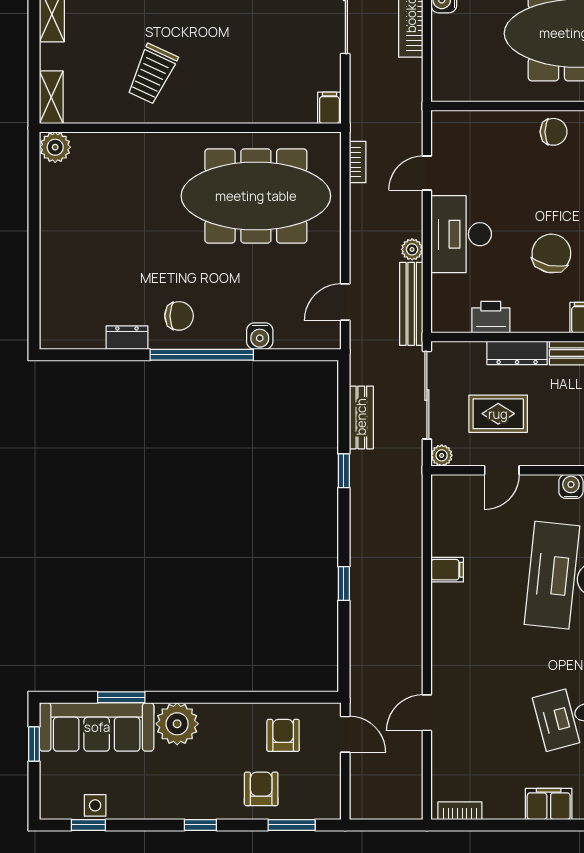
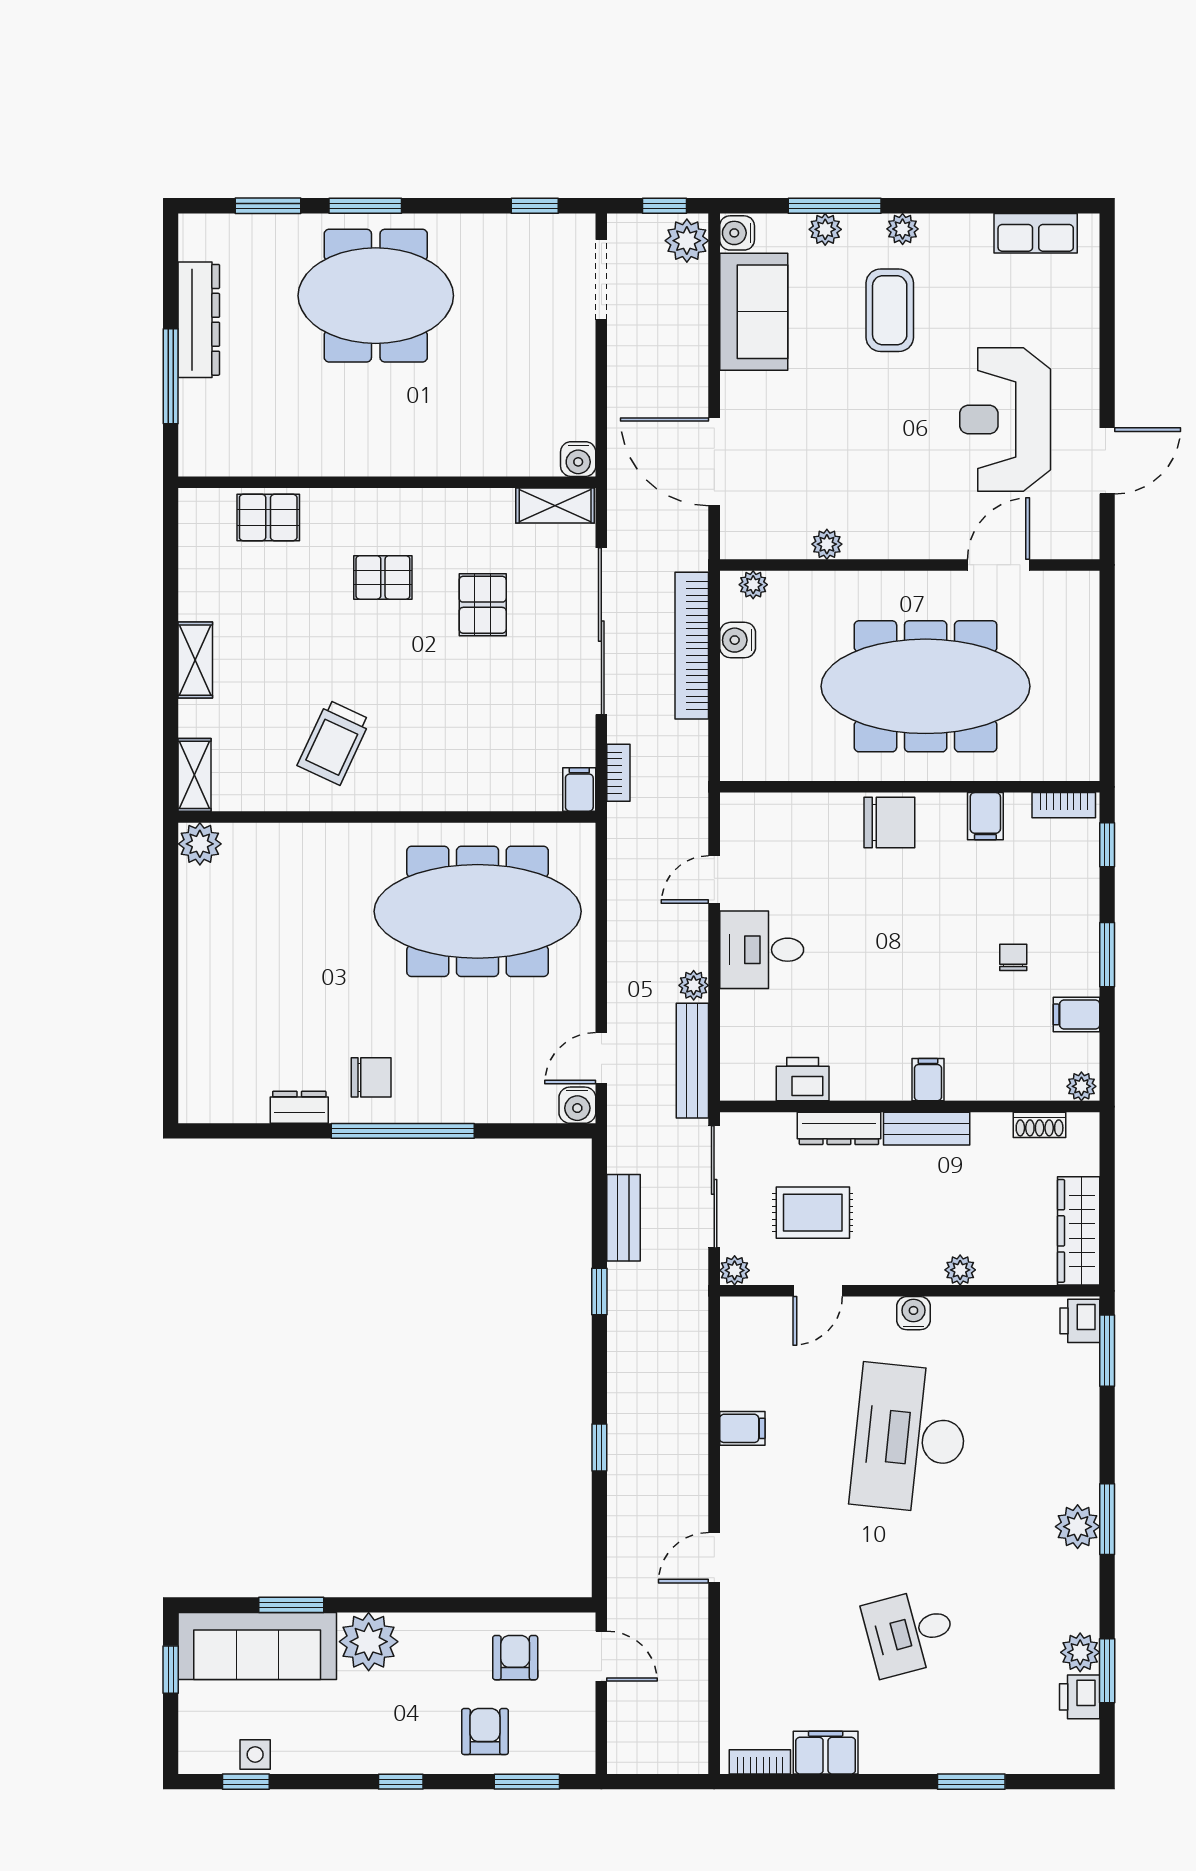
chair: (554, 132) -> (889, 823), width x1.37, depth x1.37
bookcase: (358, 162) -> (618, 773), moved
desk: (461, 234) -> (762, 950), width x0.73
chair: (551, 253) -> (886, 991), removed
water cooler: (260, 336) -> (577, 1105), moved
door: (427, 713) -> (714, 1558), moved
filing cabinet: (549, 804) -> (826, 1753), moved

